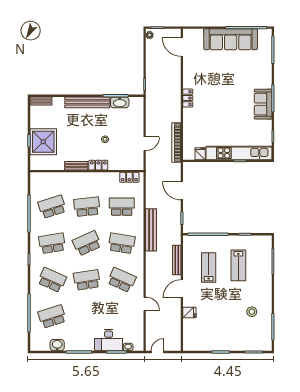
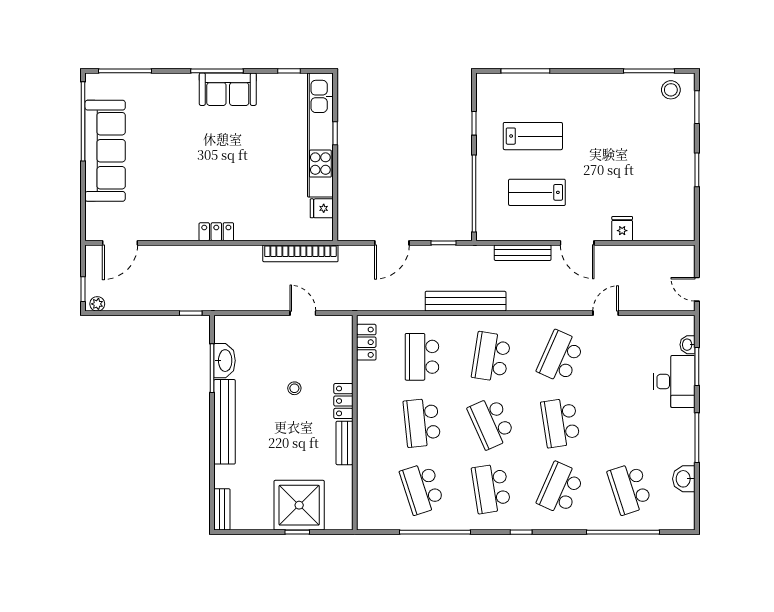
stool: (252, 312) -> (671, 90), moved

